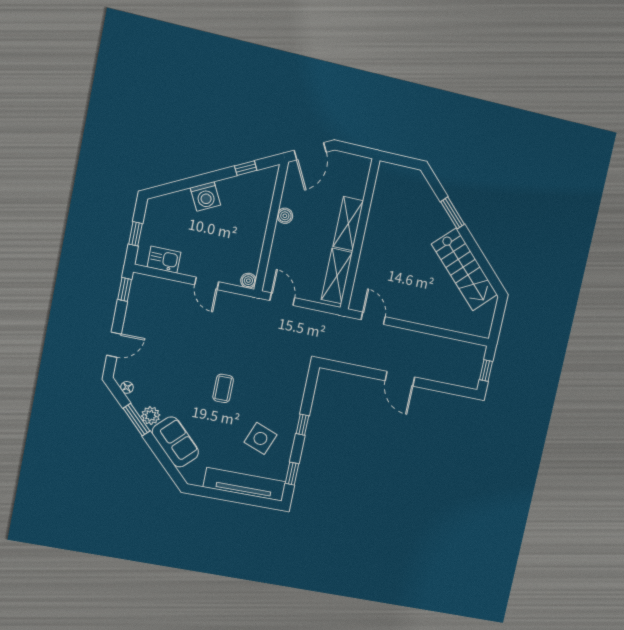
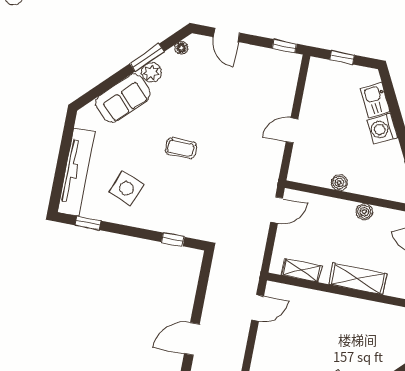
kitchen sink: (164, 260) -> (375, 100), moved, turned 153
shelving: (337, 276) -> (302, 271), width x0.67, depth x0.75
boiler: (248, 281) -> (339, 183), moved
window: (302, 425) -> (173, 239), moved

